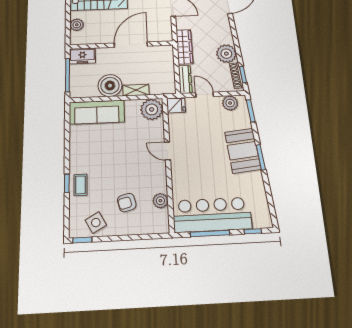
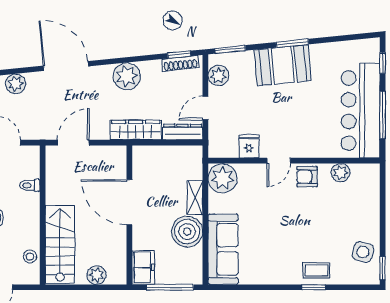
plant: (226, 54) -> (127, 76), moved
fridge: (176, 105) -> (249, 146), moved
armchair: (127, 203) -> (307, 177), moved, turned 104
side table: (96, 223) -> (363, 252), turned 45

